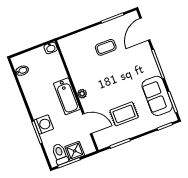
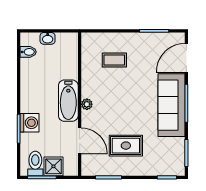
coffee table: (106, 47) -> (114, 60), moved
washbasin: (51, 48) -> (48, 38), moved
sofa: (157, 96) -> (171, 105), moved, width x1.36

